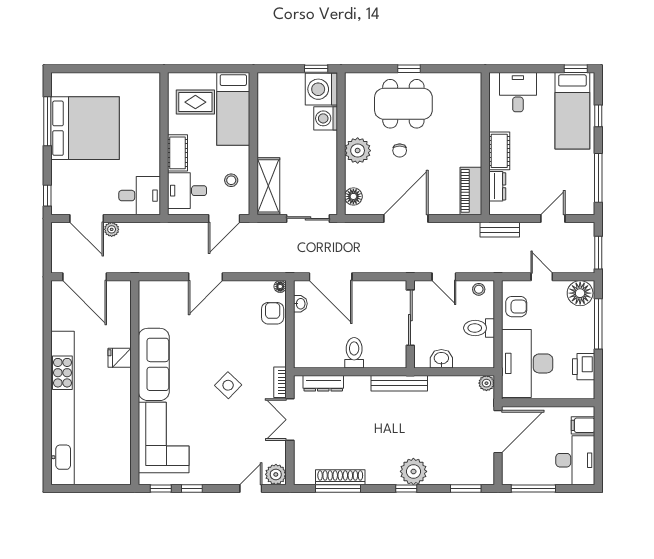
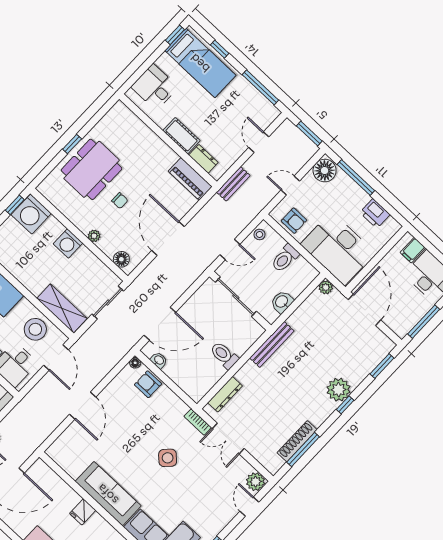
washing machine: (326, 118) -> (68, 243), moved
plant: (358, 151) -> (94, 236), width x0.53, depth x0.53
stool: (231, 180) -> (35, 329), width x1.89, depth x1.89
armchair: (516, 307) -> (294, 221), turned 90

